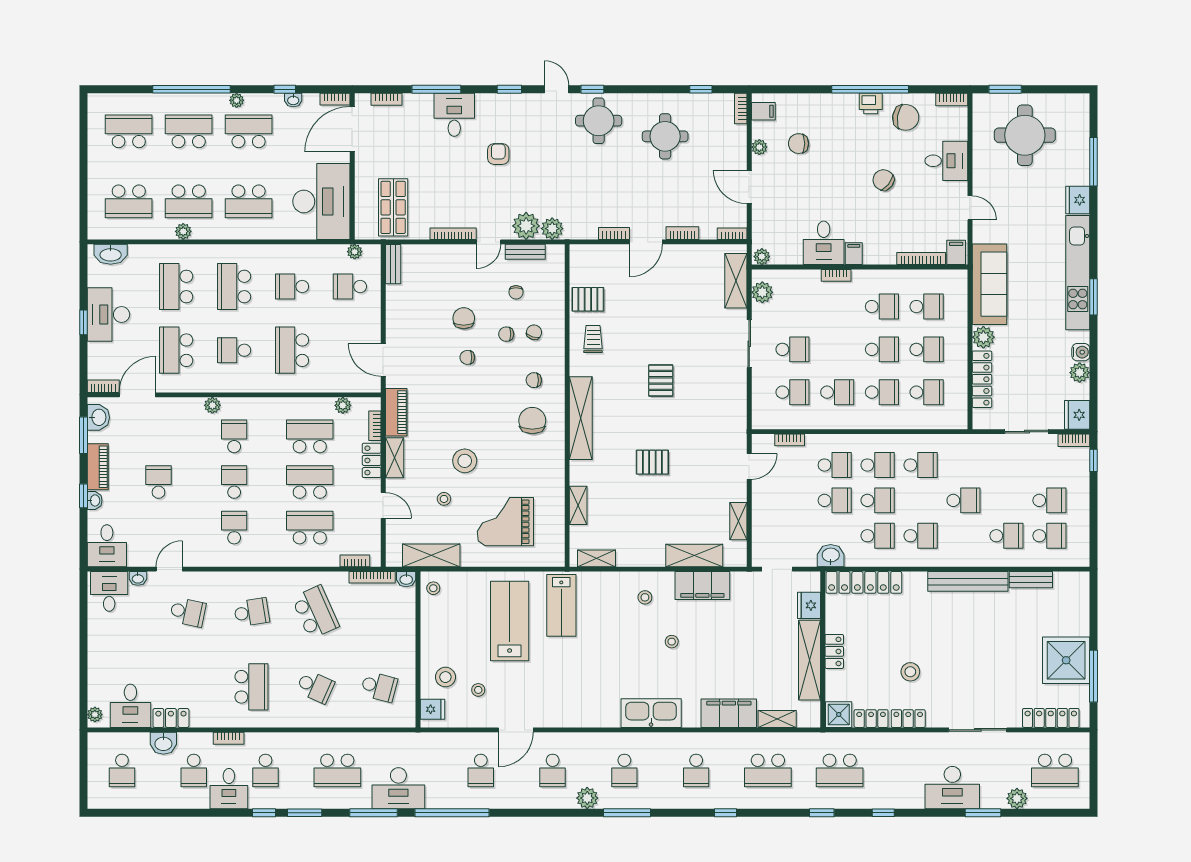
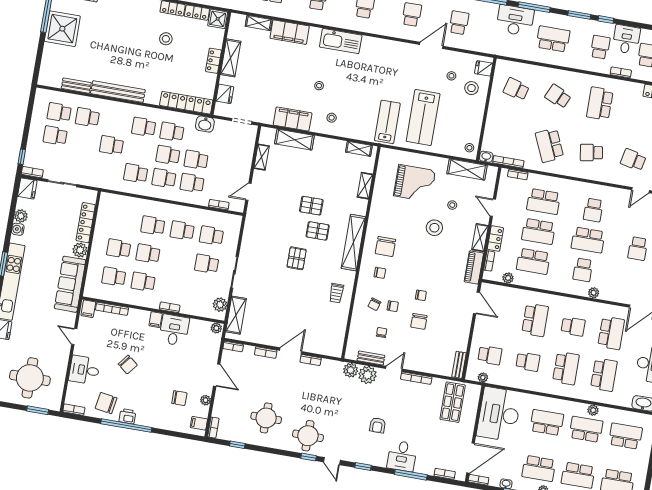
pallet: (588, 299) -> (318, 231), moved
school desk: (927, 392) -> (123, 220), removed
school desk: (234, 482) -> (588, 240), width x1.85
shelving: (810, 660) -> (231, 58), width x0.68

